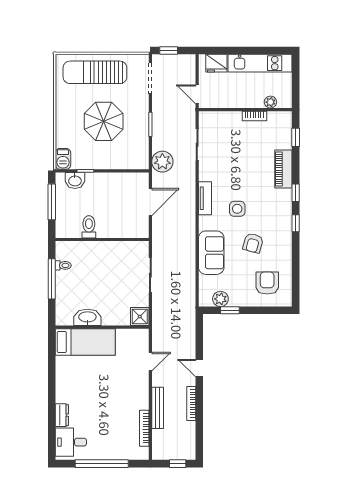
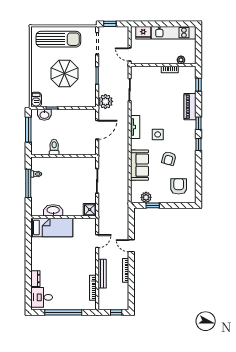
sun lounger: (95, 72) -> (58, 39), turned 180

